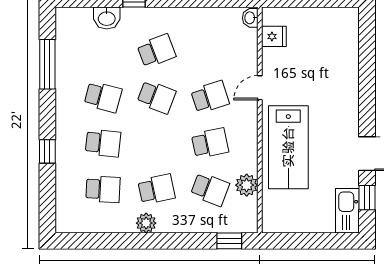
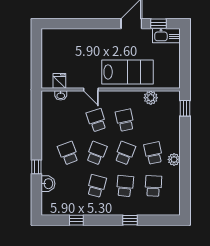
washbasin: (250, 18) -> (61, 95), moved
window: (47, 64) -> (76, 220), width x0.46
school desk: (210, 189) -> (125, 153), moved

